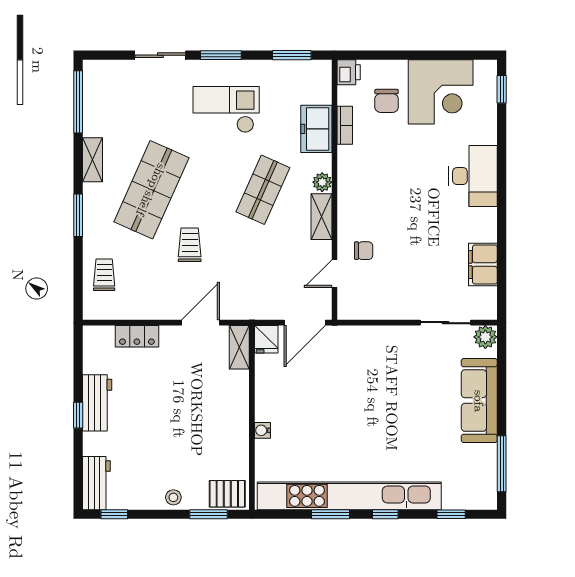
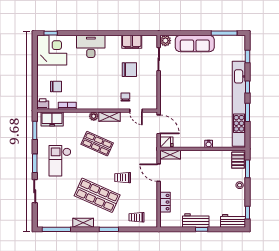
corner desk: (441, 92) -> (52, 50), moved
freezer: (316, 129) -> (52, 119), moved
chair: (423, 259) -> (129, 70), added

